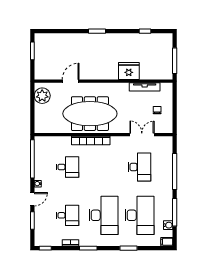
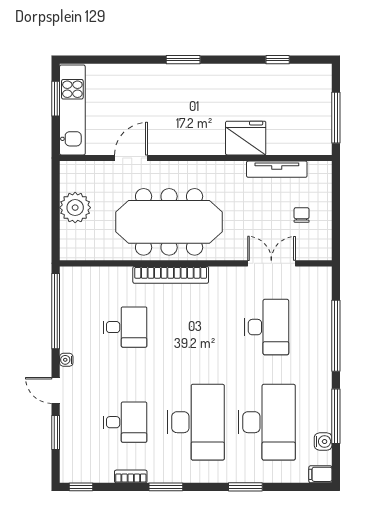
kitchen unit: (41, 57) -> (72, 110), added
plant: (42, 96) -> (75, 208), moved
door: (32, 199) -> (56, 390), swing flipped

